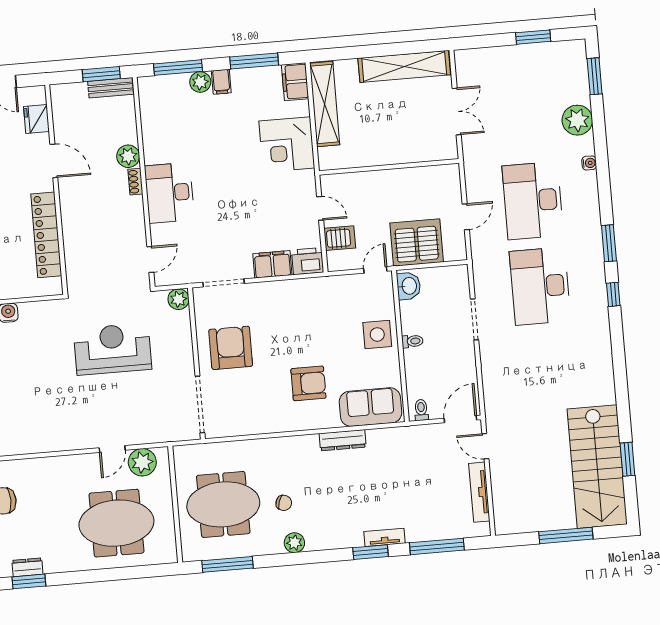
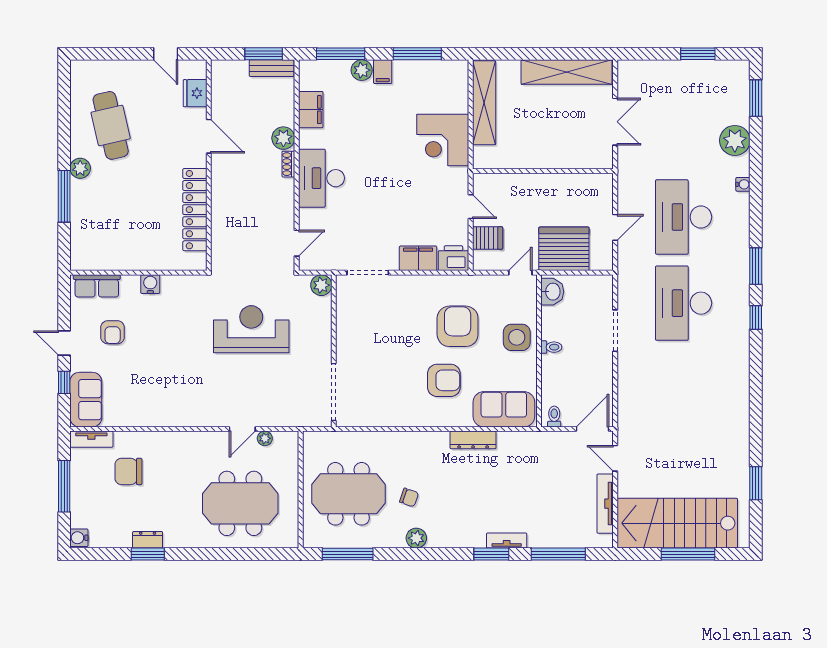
filing cabinet: (295, 82) -> (311, 110), moved, turned 180
armchair: (231, 348) -> (458, 326), moved
plant: (142, 462) -> (265, 438), width x0.53, depth x0.53
stairs: (597, 467) -> (677, 523), moved, turned 90

